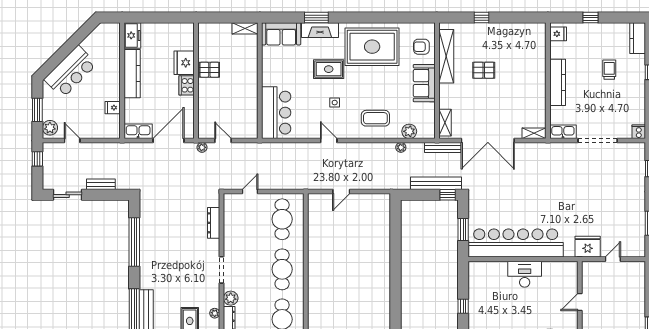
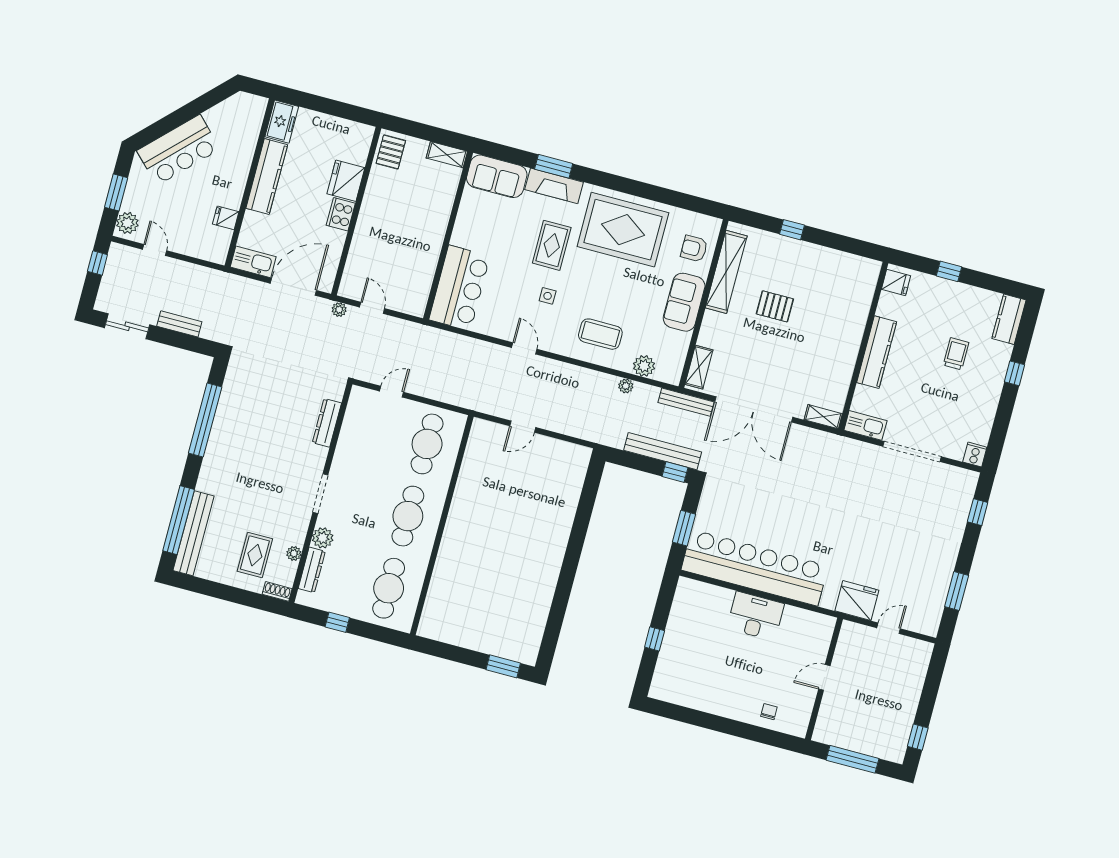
rug: (329, 69) -> (552, 245), turned 90
pallet: (209, 70) -> (391, 152), moved, turned 90

